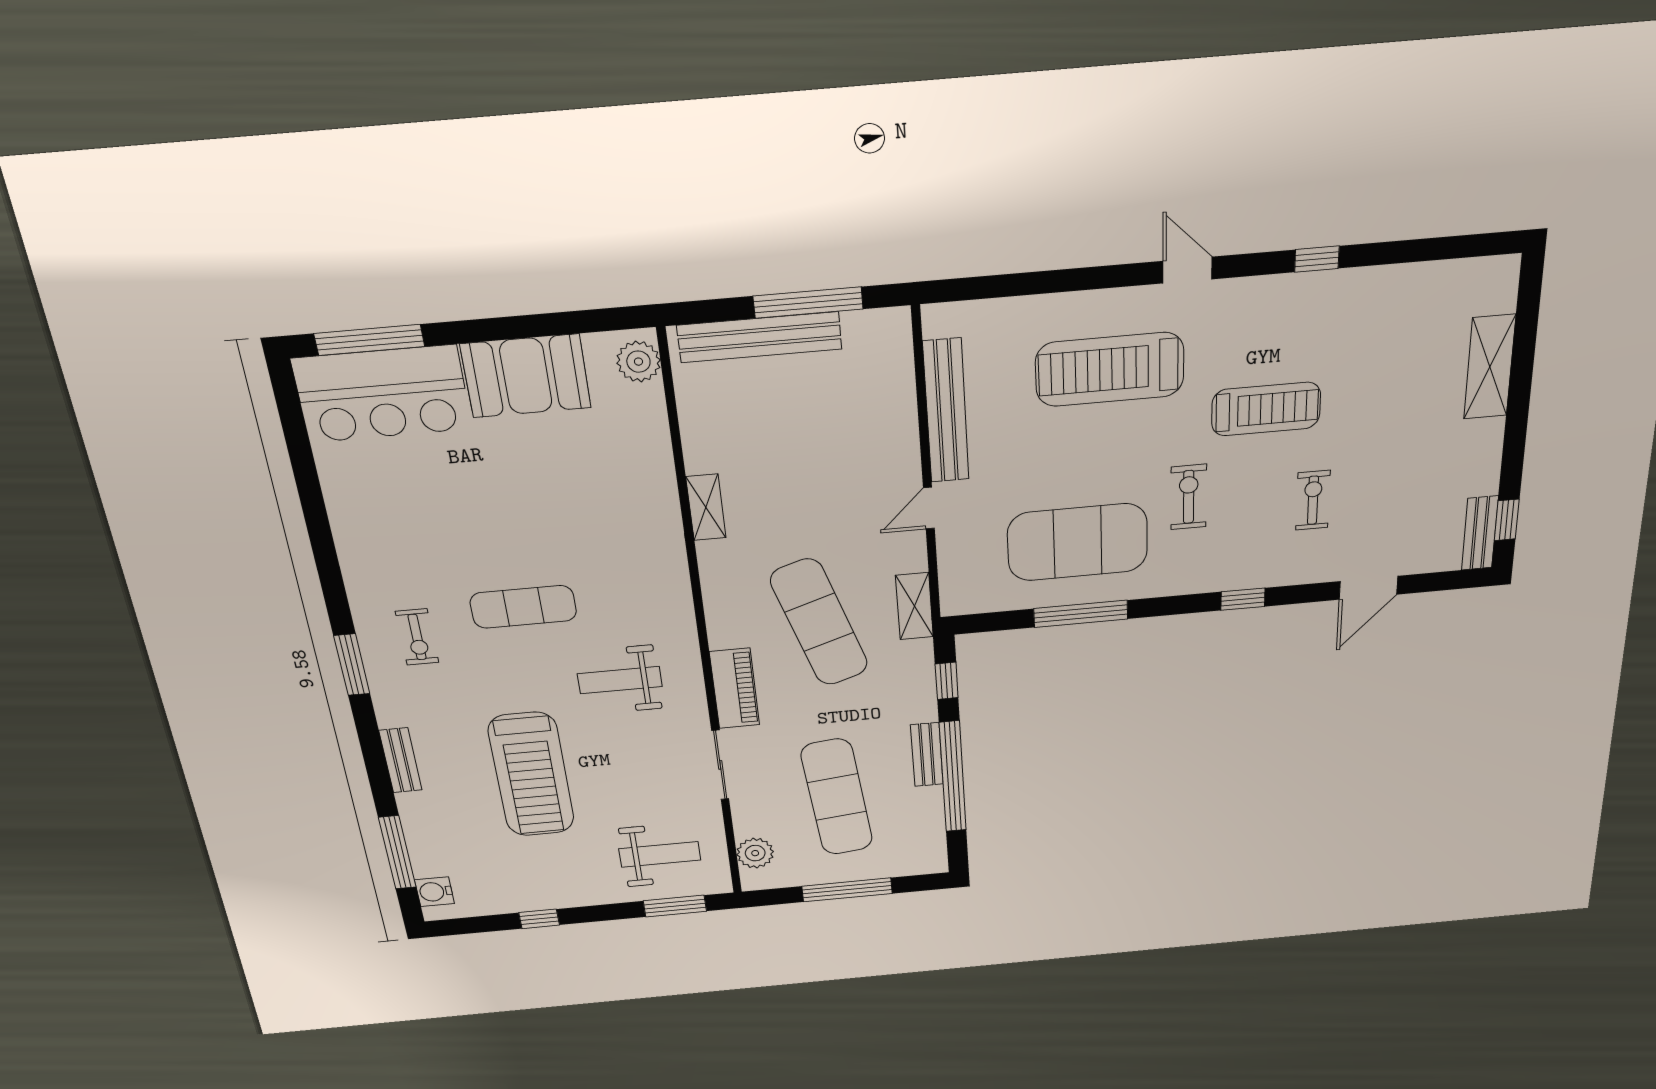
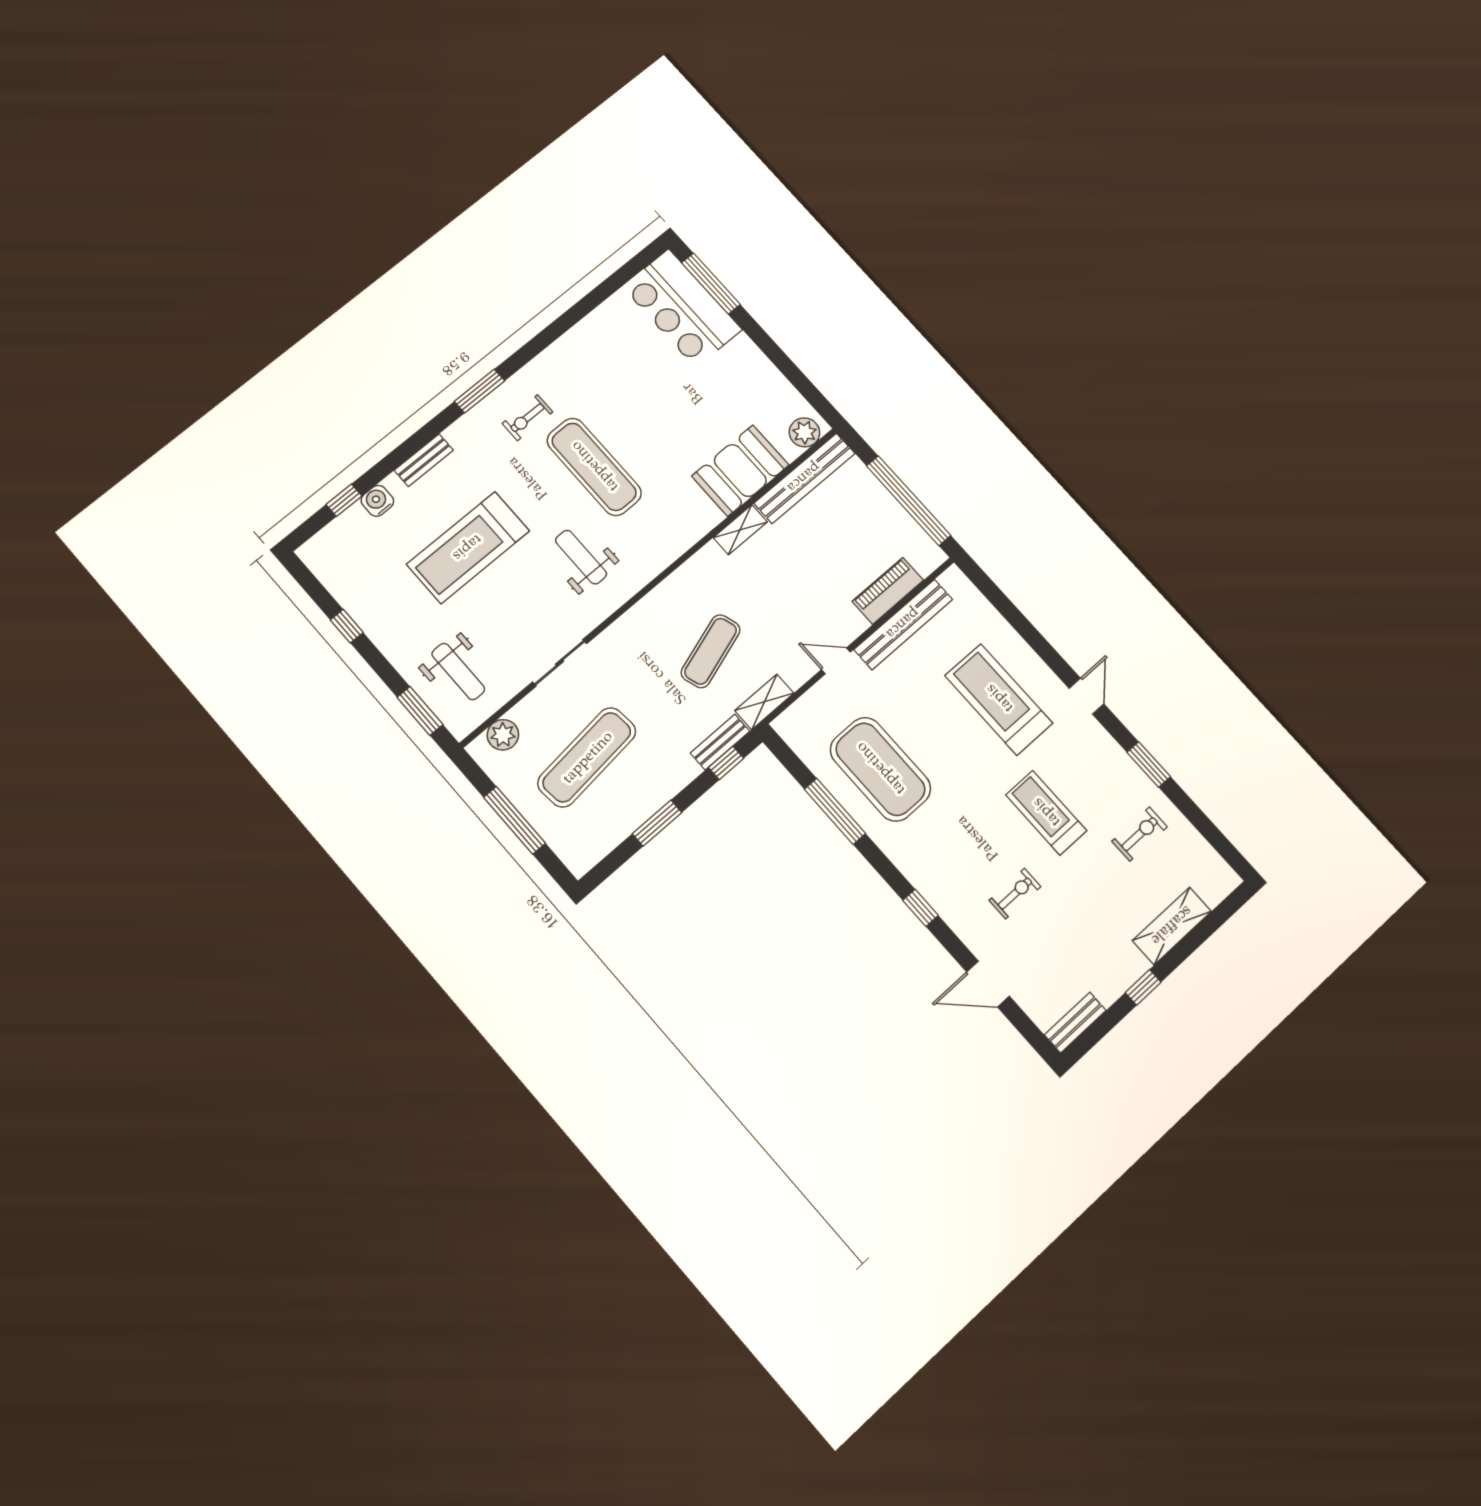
window: (1317, 259) -> (1149, 765), width x1.50
window: (808, 303) -> (909, 501), width x1.46
bench: (759, 337) -> (804, 478), moved, turned 90
booth: (526, 376) -> (740, 470), moved, turned 90
treadmill: (1266, 409) -> (1046, 813), turned 180
exercise bike: (1189, 497) -> (1140, 834), moved
window: (1507, 520) -> (1143, 987), moved
exercise mat: (523, 607) -> (594, 467), width x1.36, depth x1.45
exercise mat: (819, 622) -> (711, 651), width x0.73, depth x0.69
piano: (735, 688) -> (888, 591), moved, turned 180
bench: (927, 755) -> (720, 742), moved
window: (953, 777) -> (657, 823), width x0.47
window: (397, 852) -> (344, 500), width x0.46
water cooler: (435, 892) -> (377, 501), moved

